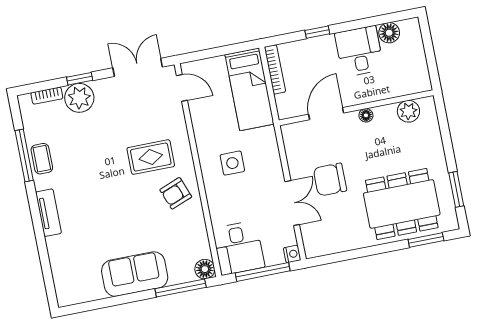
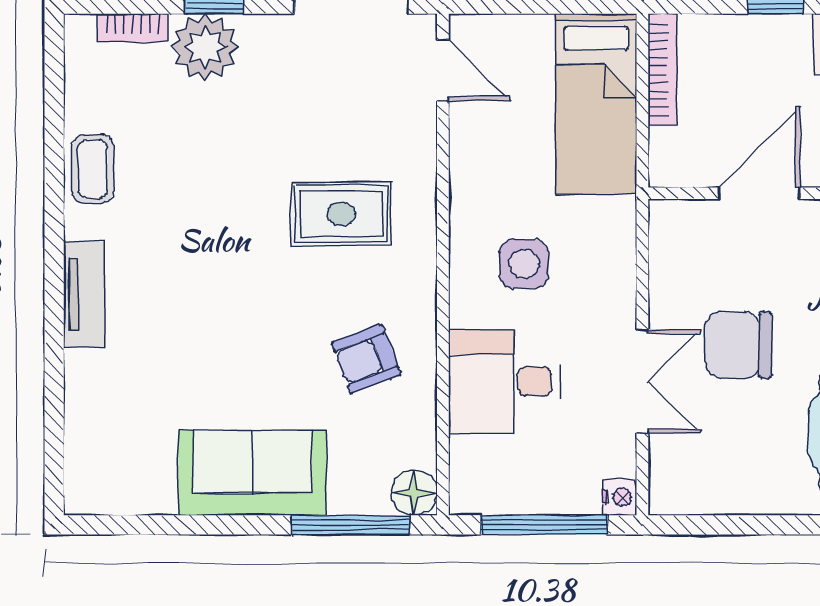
window: (24, 155) -> (54, 154), removed
armchair: (176, 193) -> (366, 359), moved
desk: (239, 248) -> (504, 382), moved, turned 90

